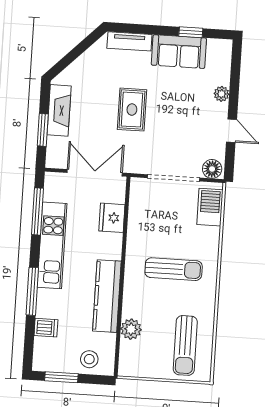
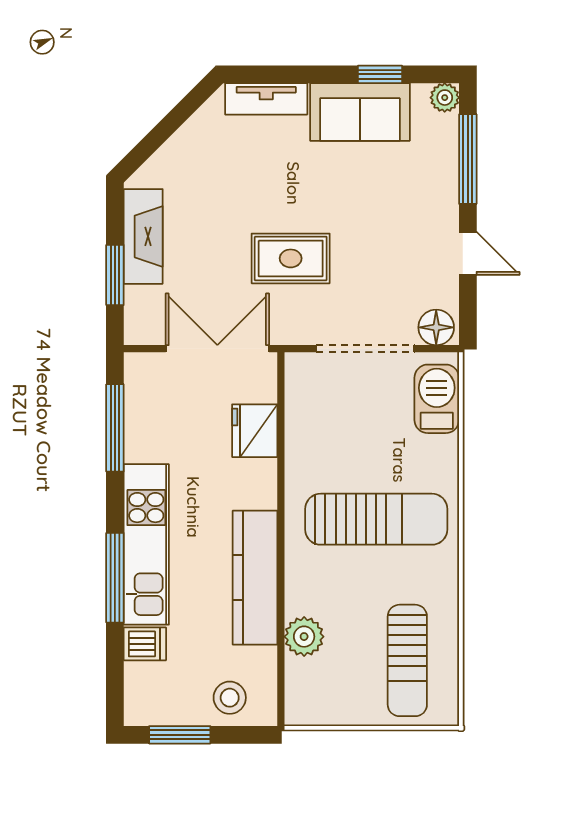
window: (235, 80) -> (468, 159), added
plant: (222, 94) -> (445, 98), moved
rug: (132, 110) -> (291, 258), moved, turned 90
kitchen unit: (52, 245) -> (146, 544), moved
sun lounger: (174, 269) -> (376, 519), width x1.36, depth x1.34

